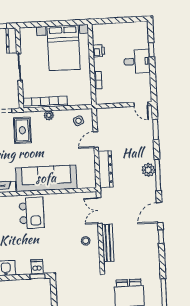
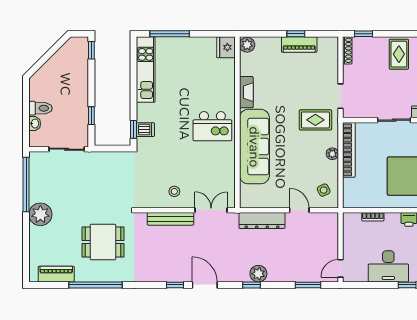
desk: (137, 61) -> (388, 266), width x1.37
window: (158, 175) -> (251, 285), width x0.46

